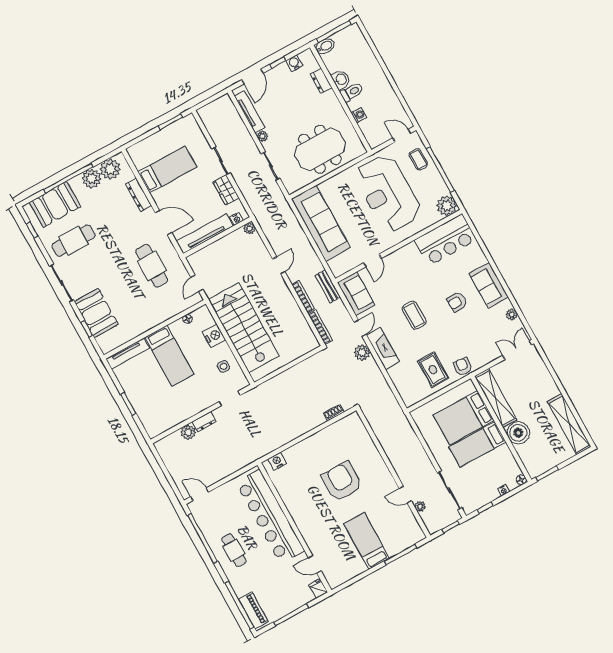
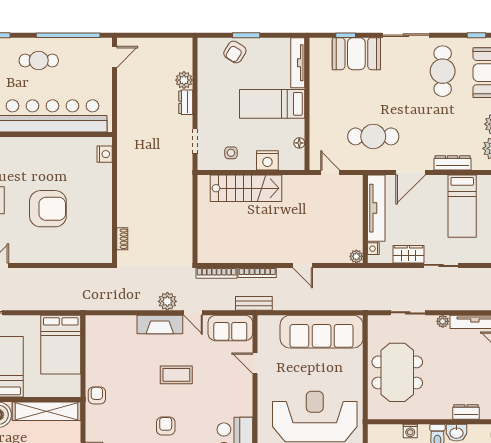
stairs: (244, 328) -> (246, 188), width x0.73, depth x0.66
armchair: (463, 367) -> (97, 395), turned -96
rug: (433, 370) -> (110, 364), removed
armchair: (146, 405) -> (235, 52), added
bed: (464, 418) -> (61, 345), moved, turned 180

